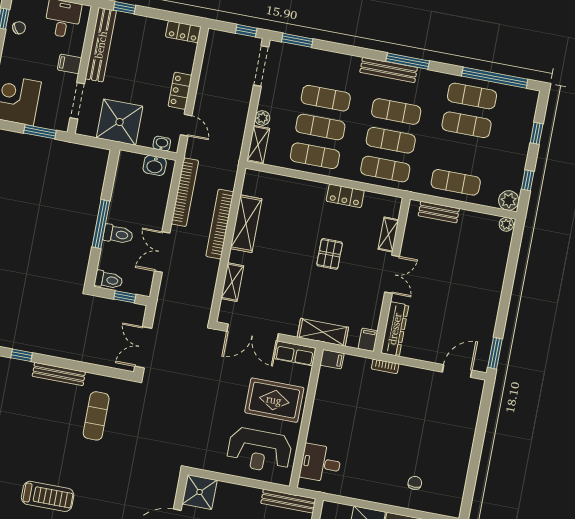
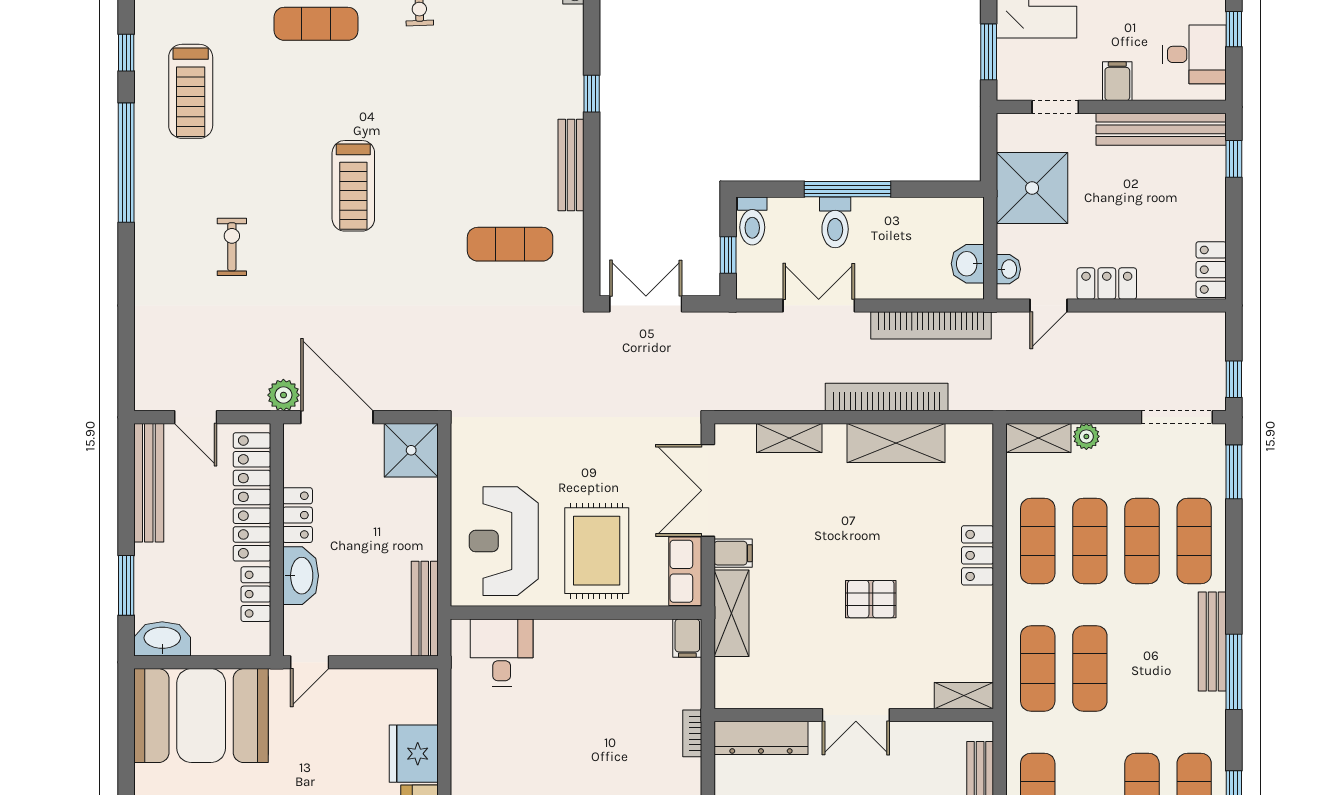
doorway: (77, 101) -> (1055, 107), width x0.73
exercise mat: (396, 111) -> (1194, 541), moved
locker: (345, 196) -> (977, 555), moved
shelving: (388, 234) -> (964, 696), moved
filing cabinet: (368, 340) -> (733, 553), moved

